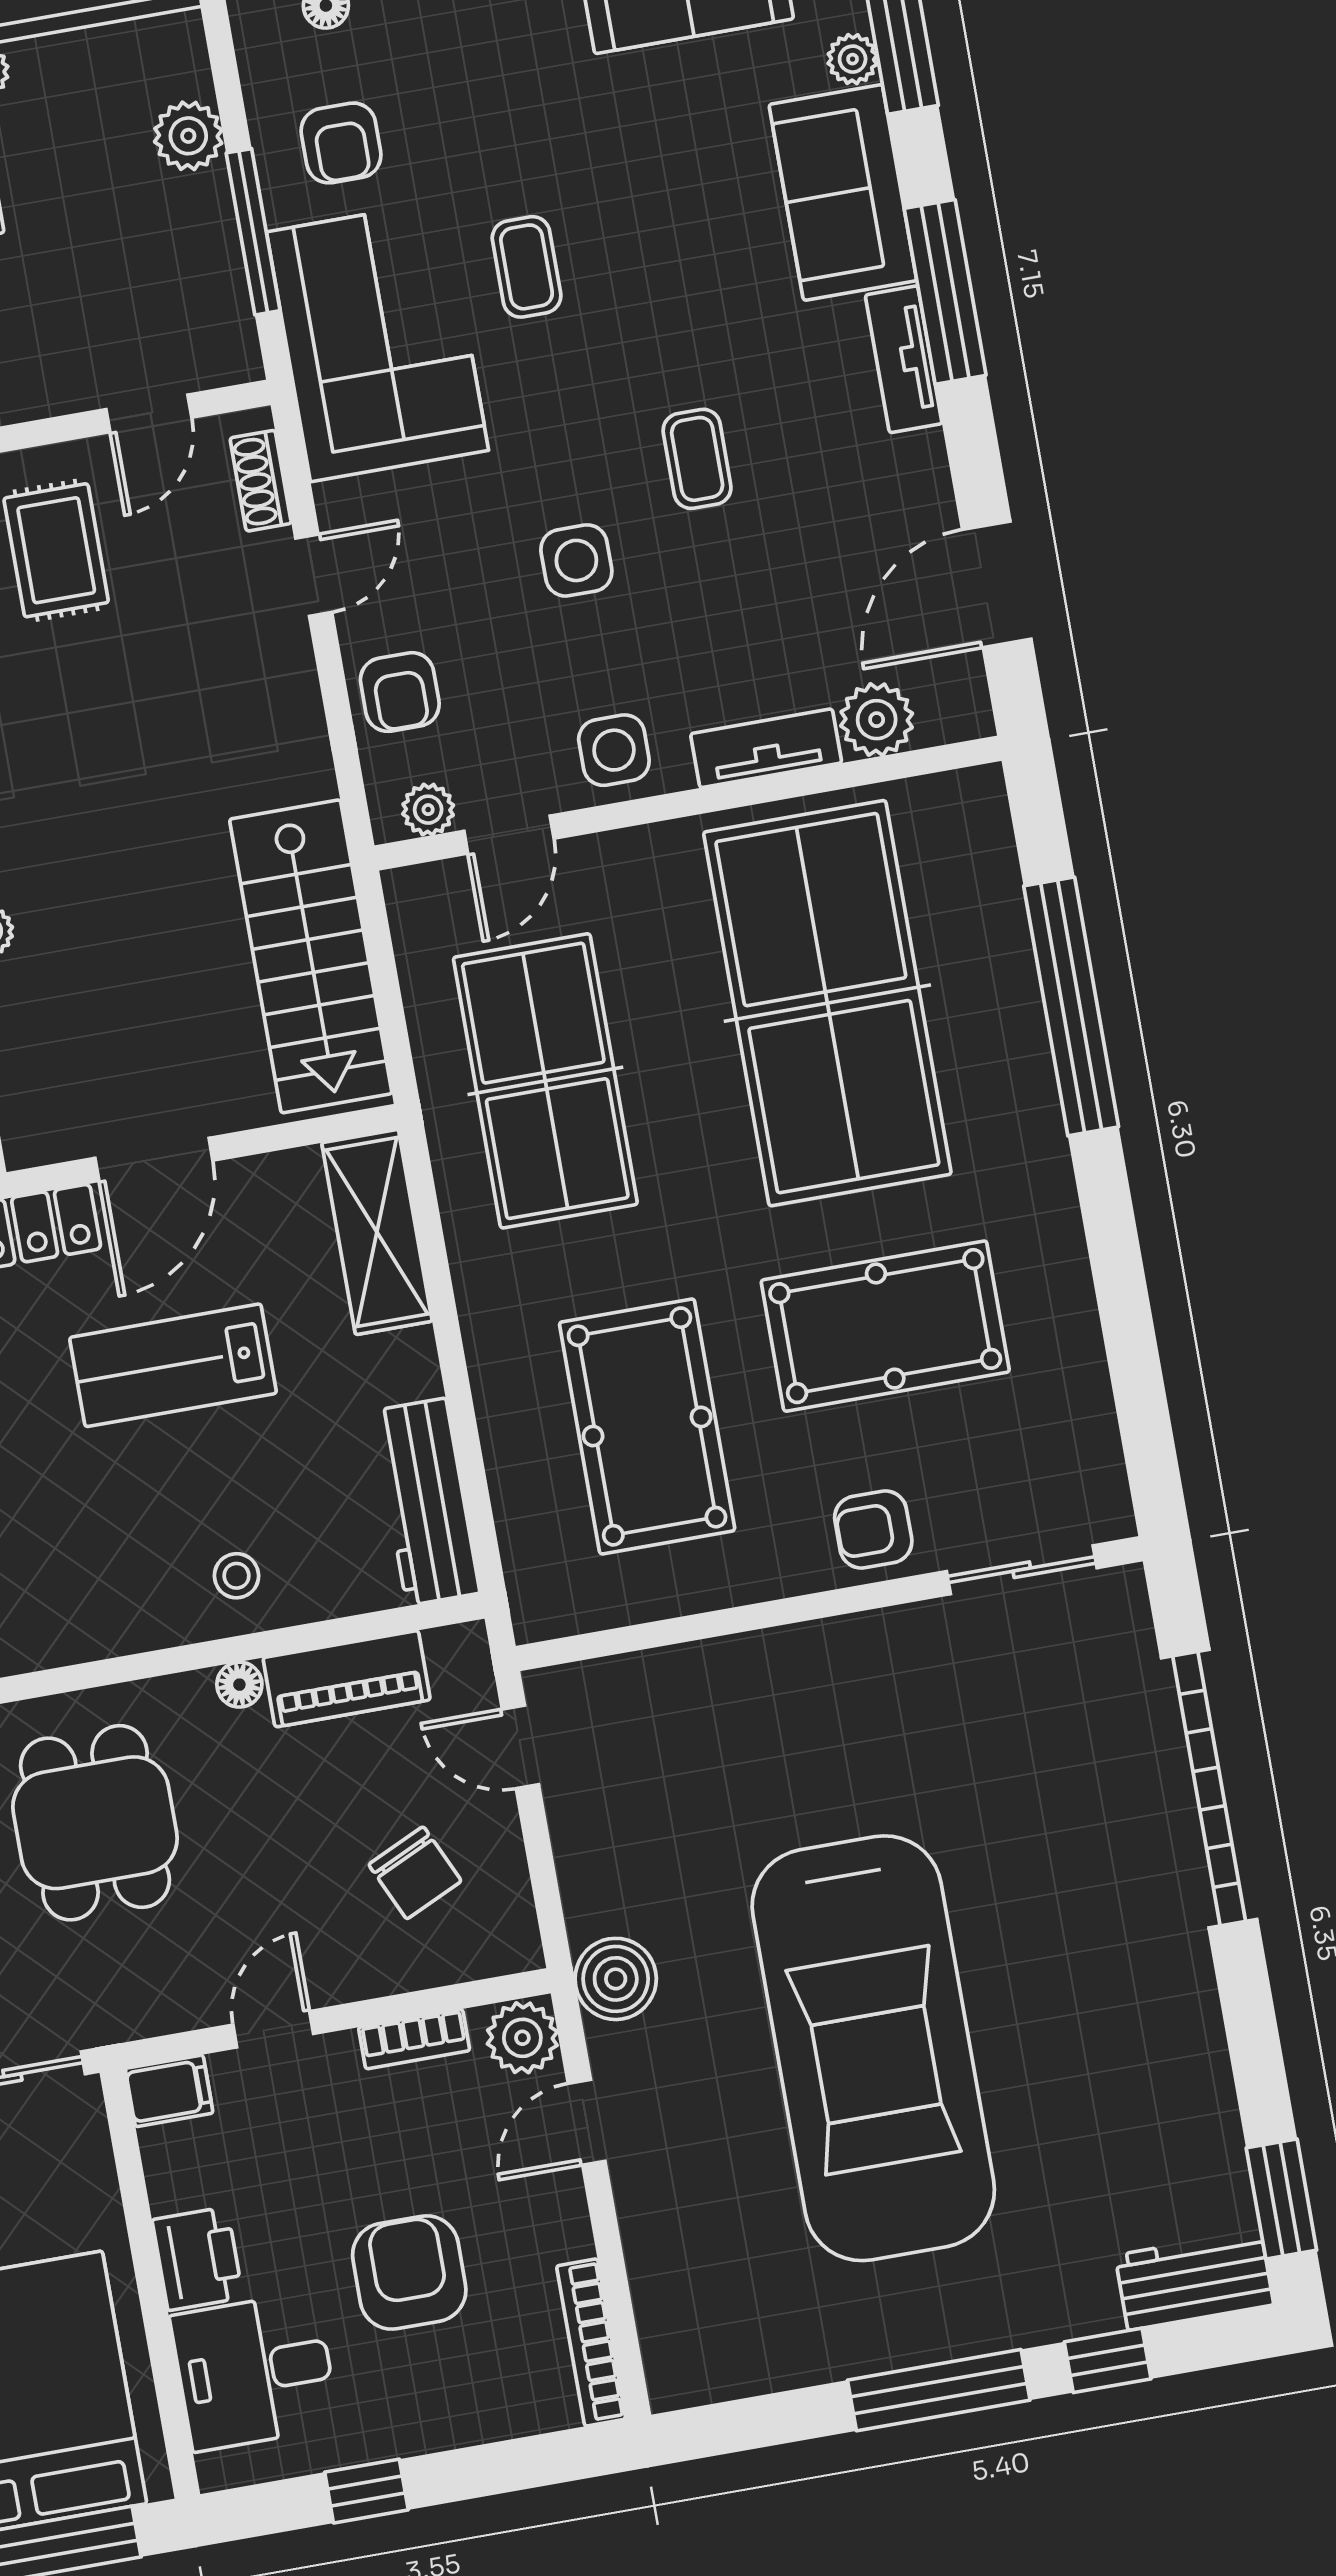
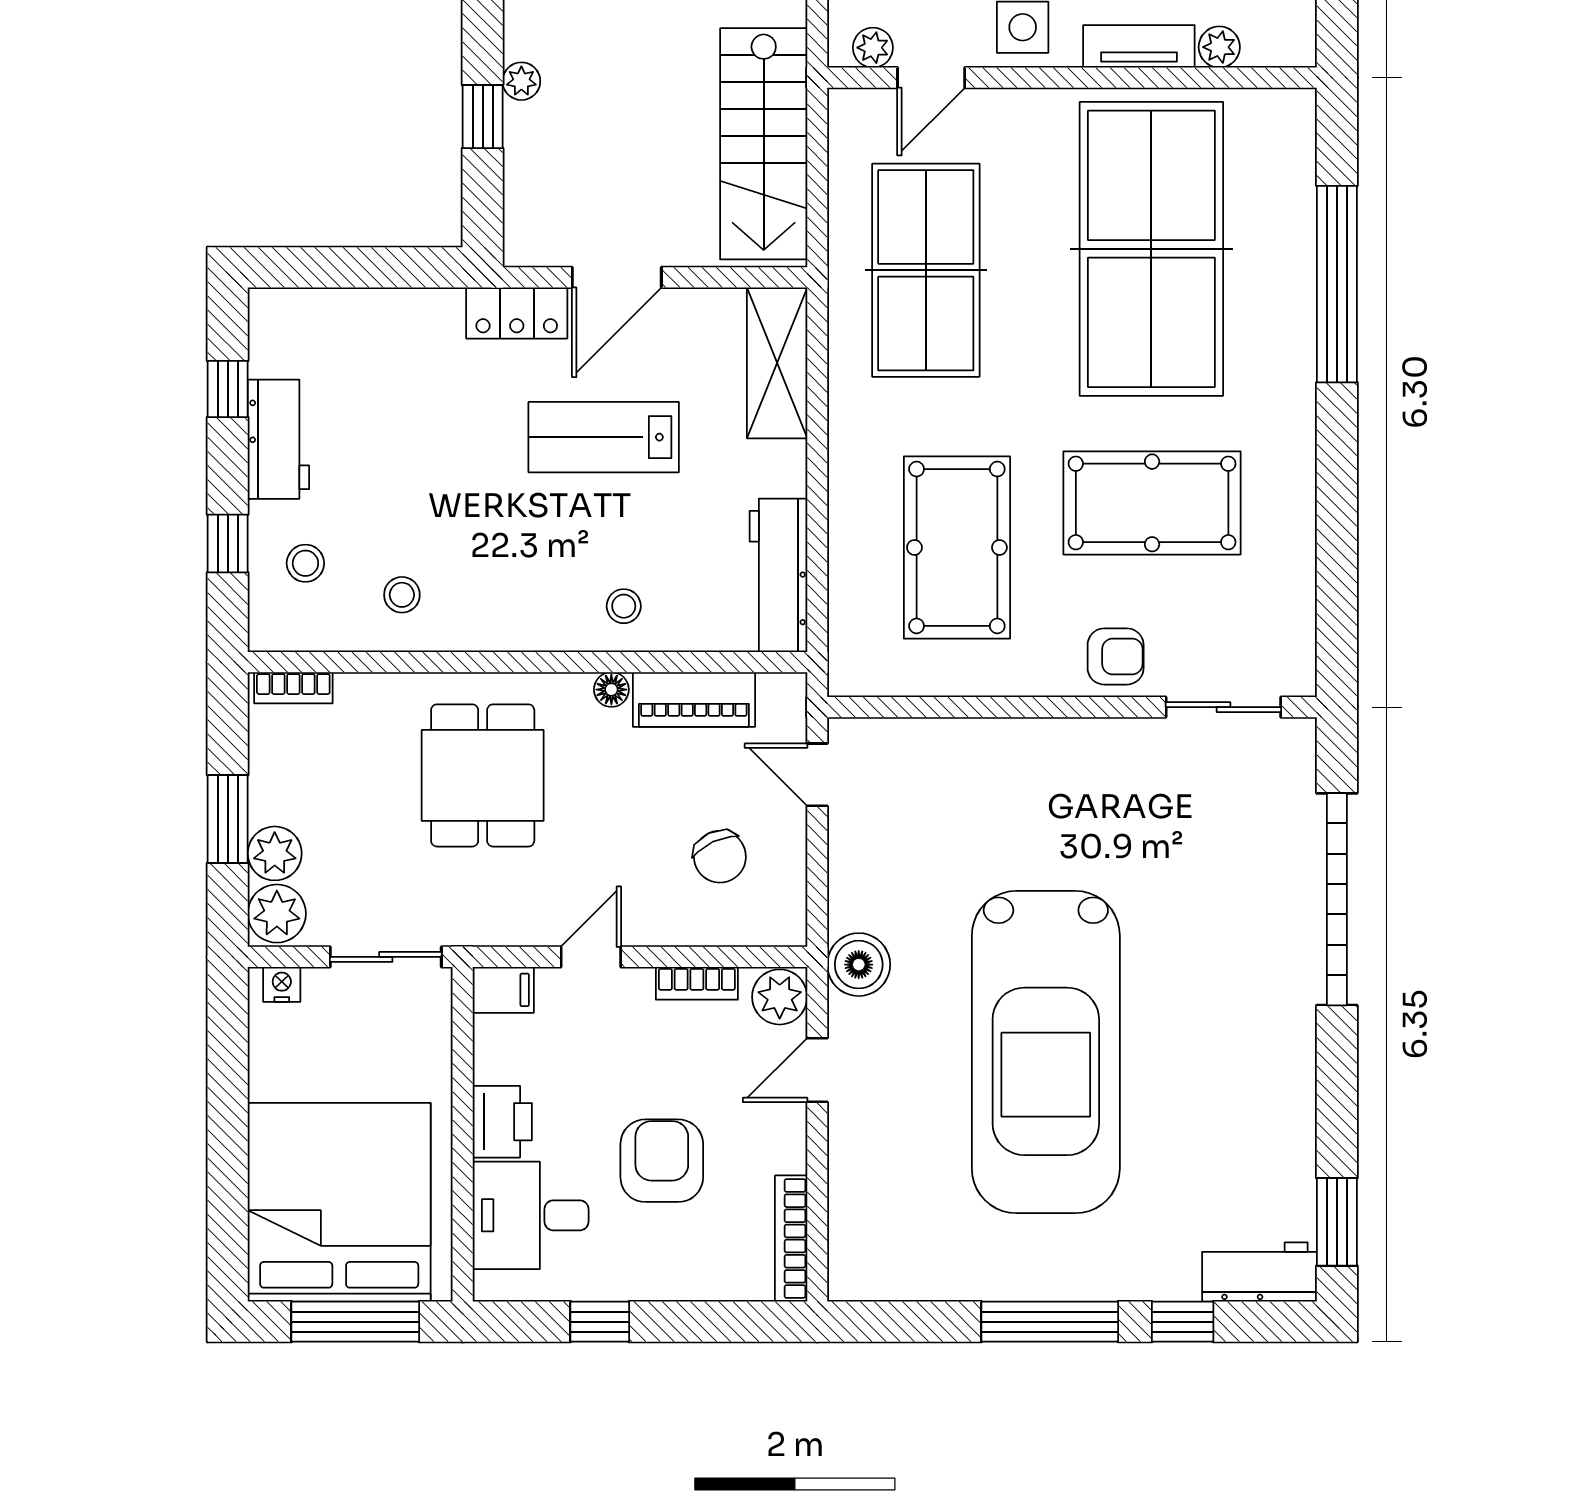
plant: (877, 720) -> (1219, 47), width x0.73, depth x0.73
armchair: (873, 1529) -> (1116, 656), turned 180

